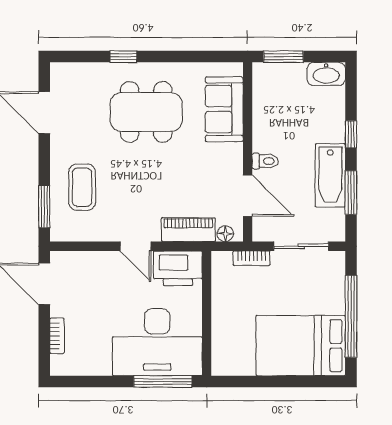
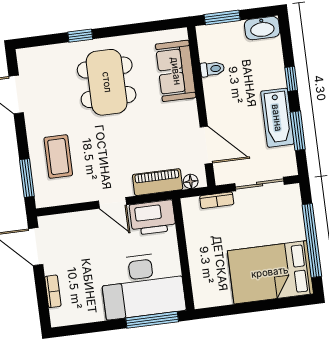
dining table: (146, 112) -> (107, 82), turned 90
toilet: (265, 161) -> (212, 69), moved

